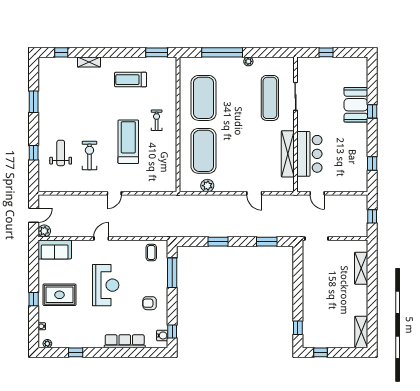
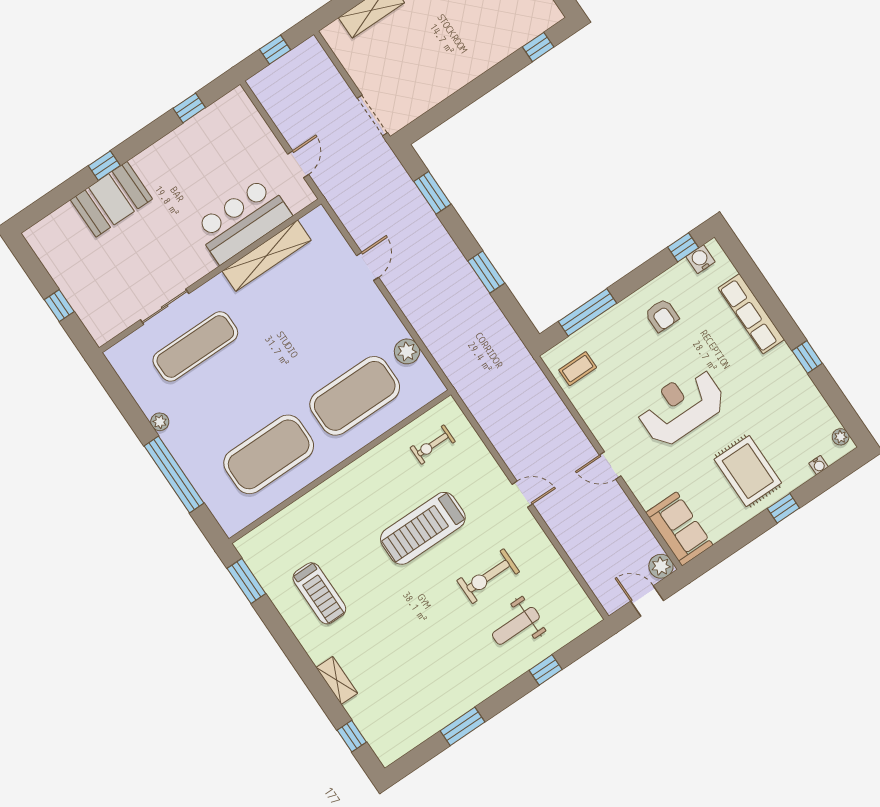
exercise bike: (157, 120) -> (433, 445), moved
window: (76, 352) -> (807, 357), moved

